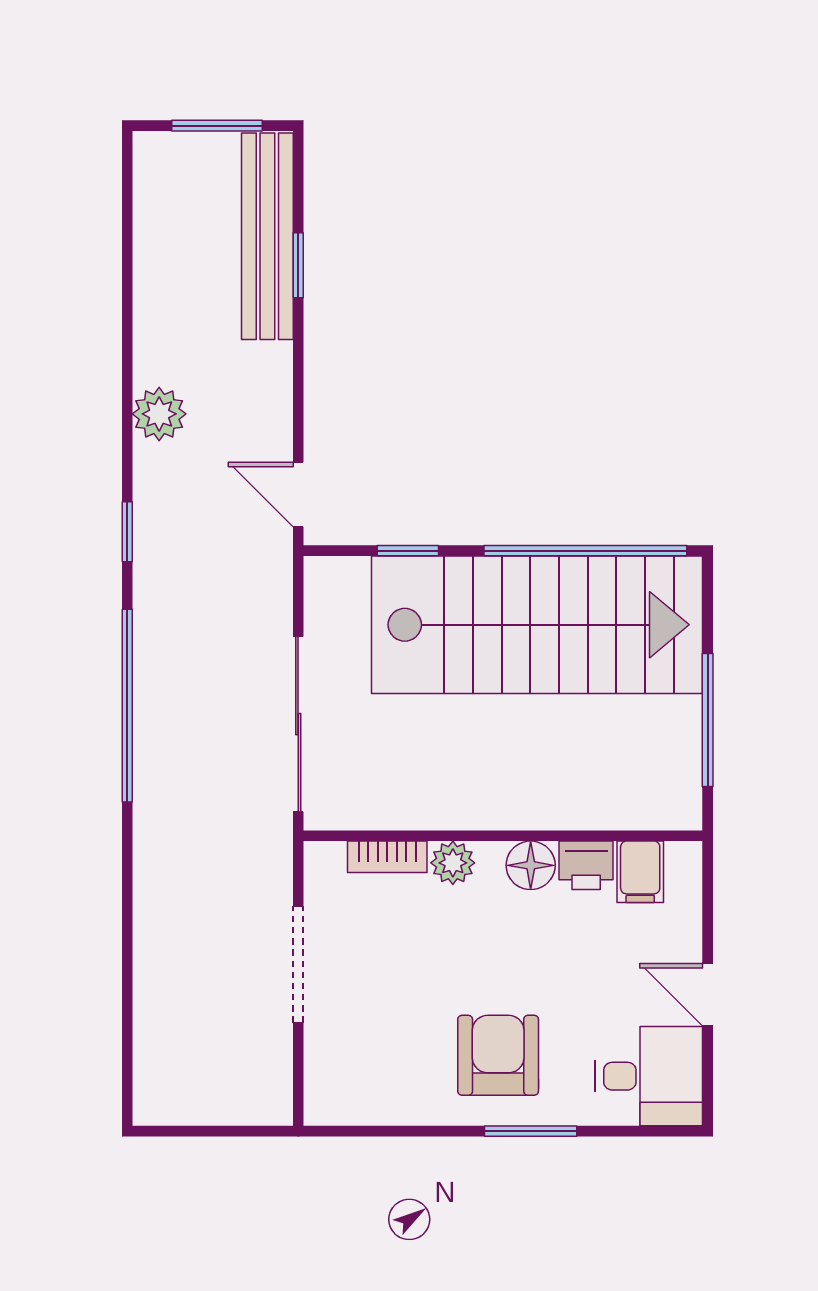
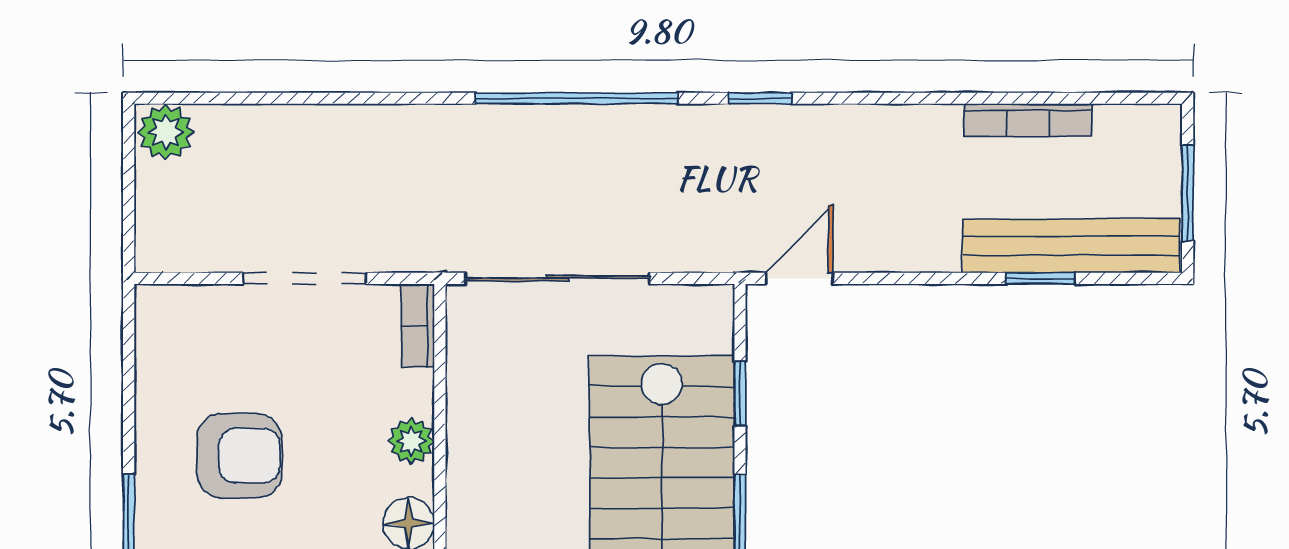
bookcase: (148, 277) -> (1028, 120), added
plant: (159, 414) -> (166, 132), moved
bookcase: (387, 857) -> (418, 326), moved
armchair: (498, 1055) -> (239, 456), moved

